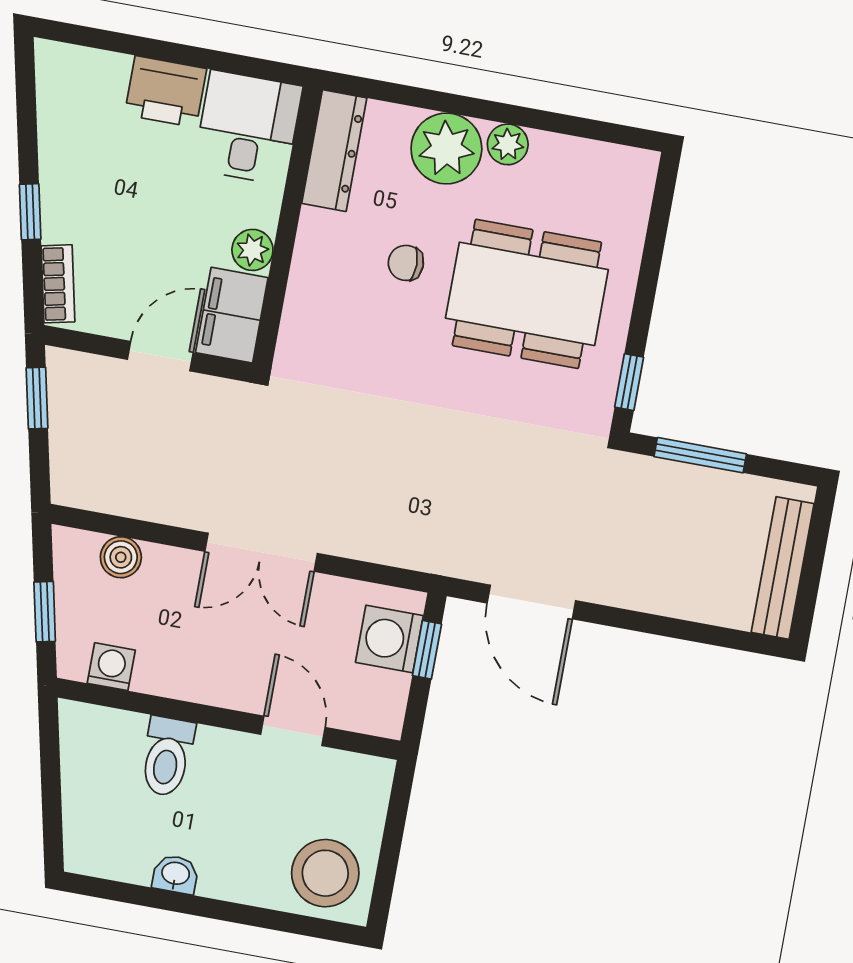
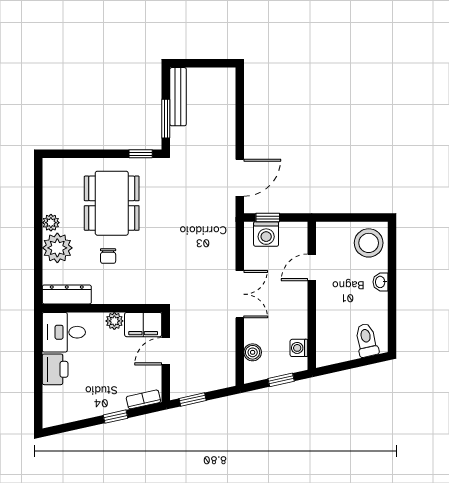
door: (160, 356) -> (166, 351), hinge flipped
bench: (783, 568) -> (178, 97), moved, turned 90
toilet: (167, 757) -> (367, 340), moved, turned -102
washbasin: (175, 874) -> (381, 282), moved

